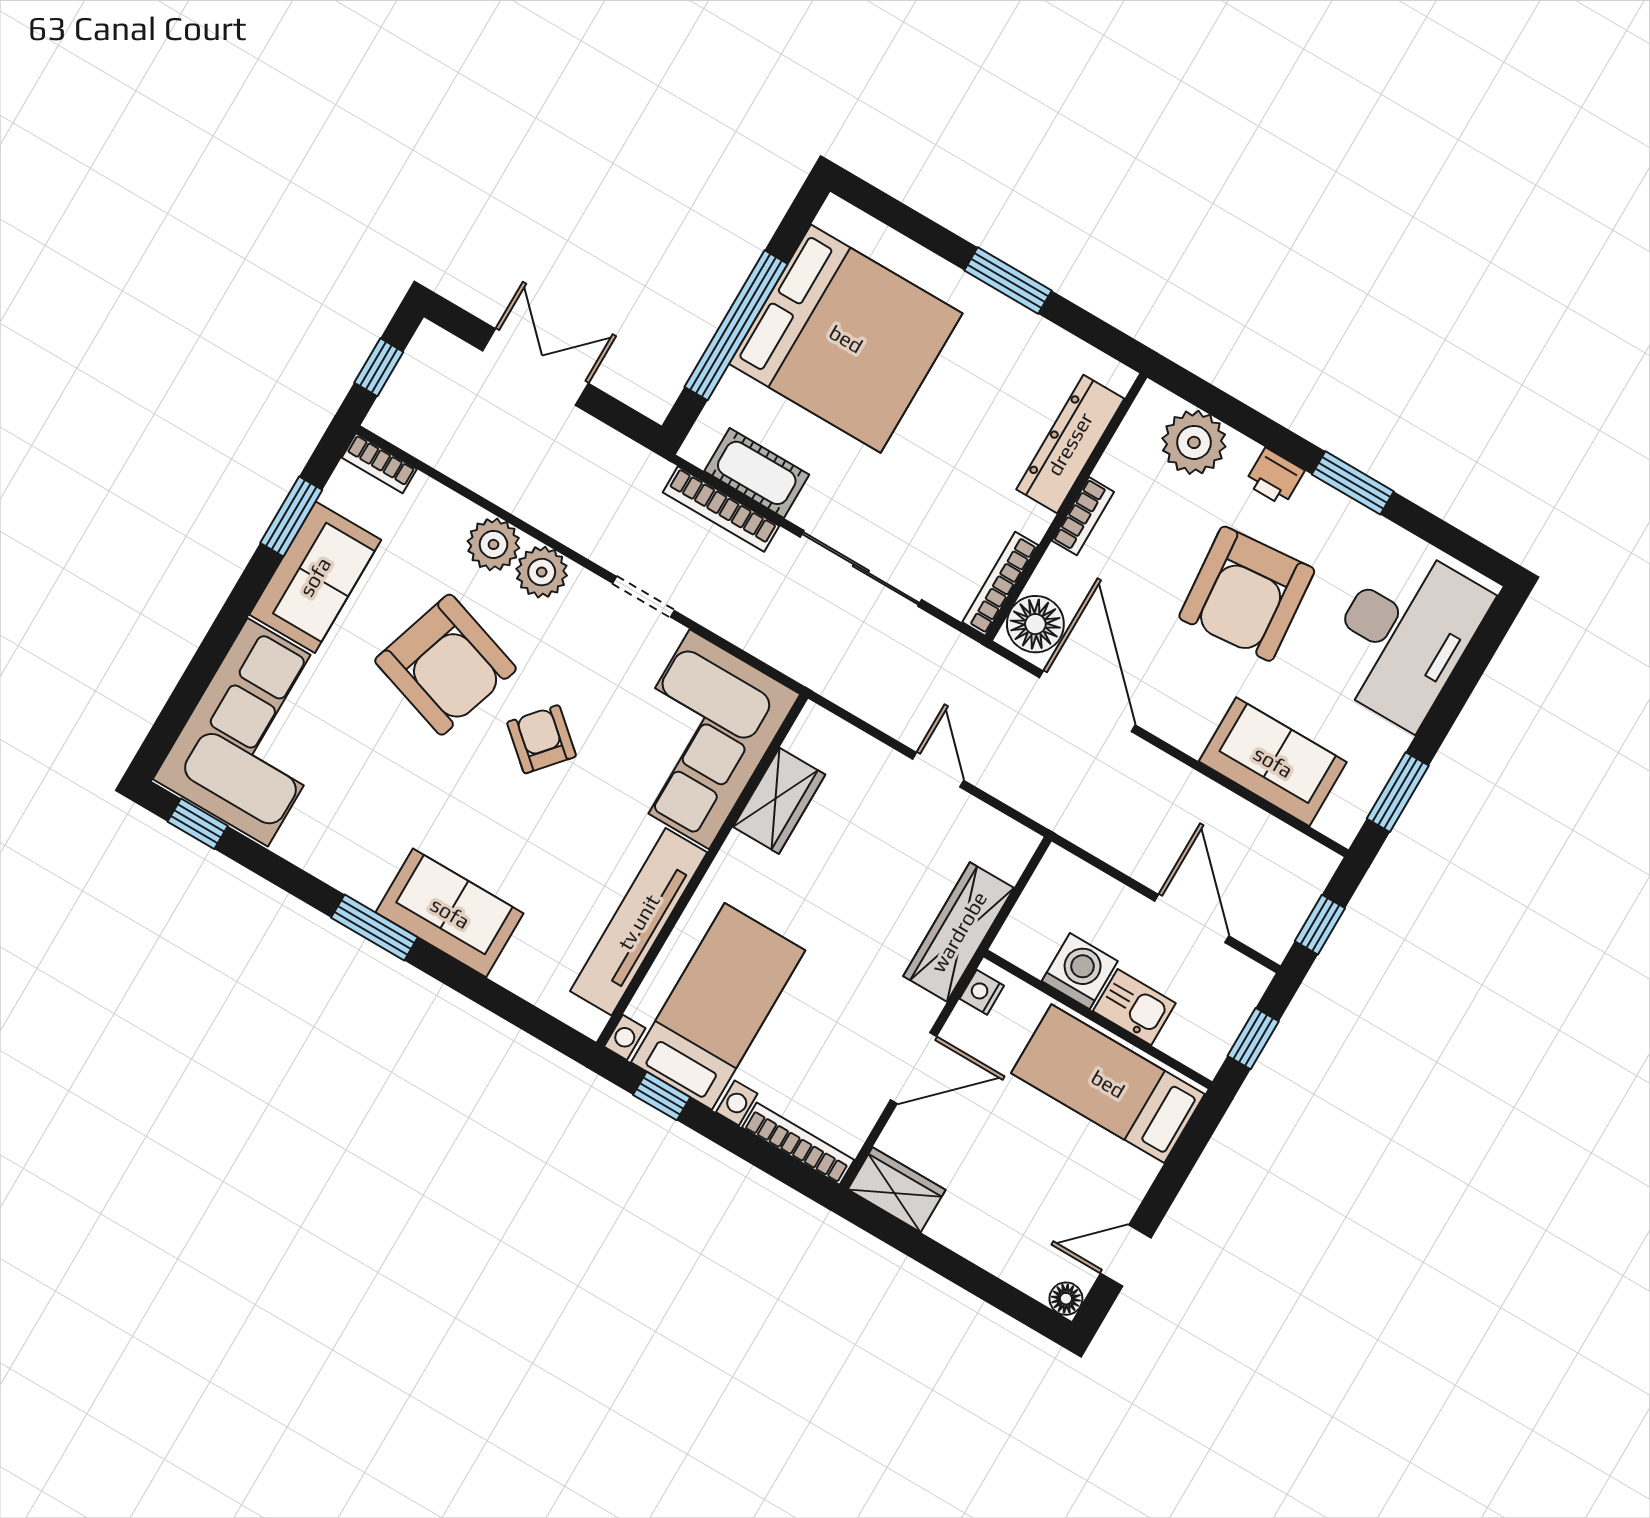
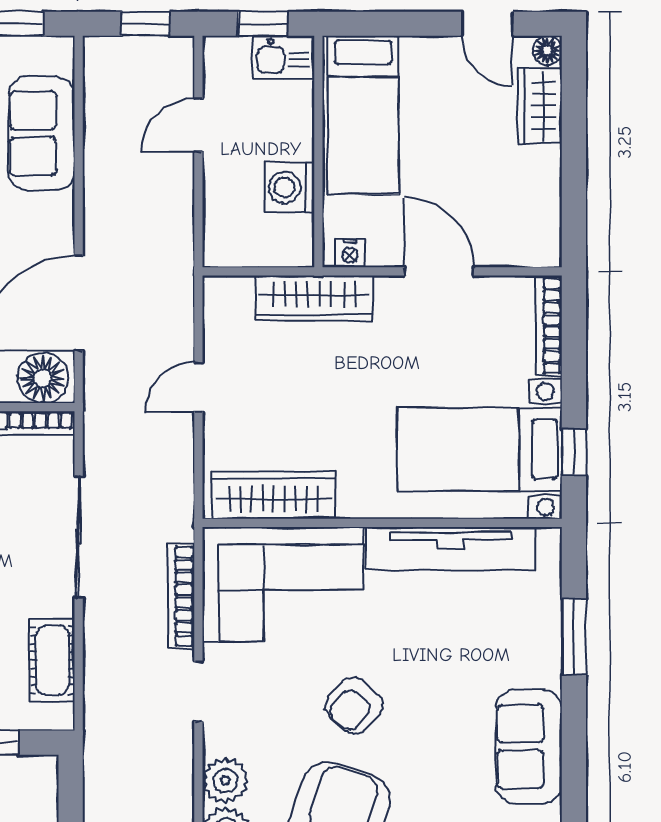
bookcase: (721, 509) -> (181, 596), moved, turned 180
wardrobe: (779, 801) -> (274, 495), width x1.50
sofa: (450, 913) -> (529, 746), moved
door: (1192, 918) -> (198, 125), width x0.73
window: (374, 927) -> (574, 637), moved
kitchen sink: (1134, 1007) -> (283, 58), moved, turned -90
wardrobe: (897, 1190) -> (540, 106), moved

